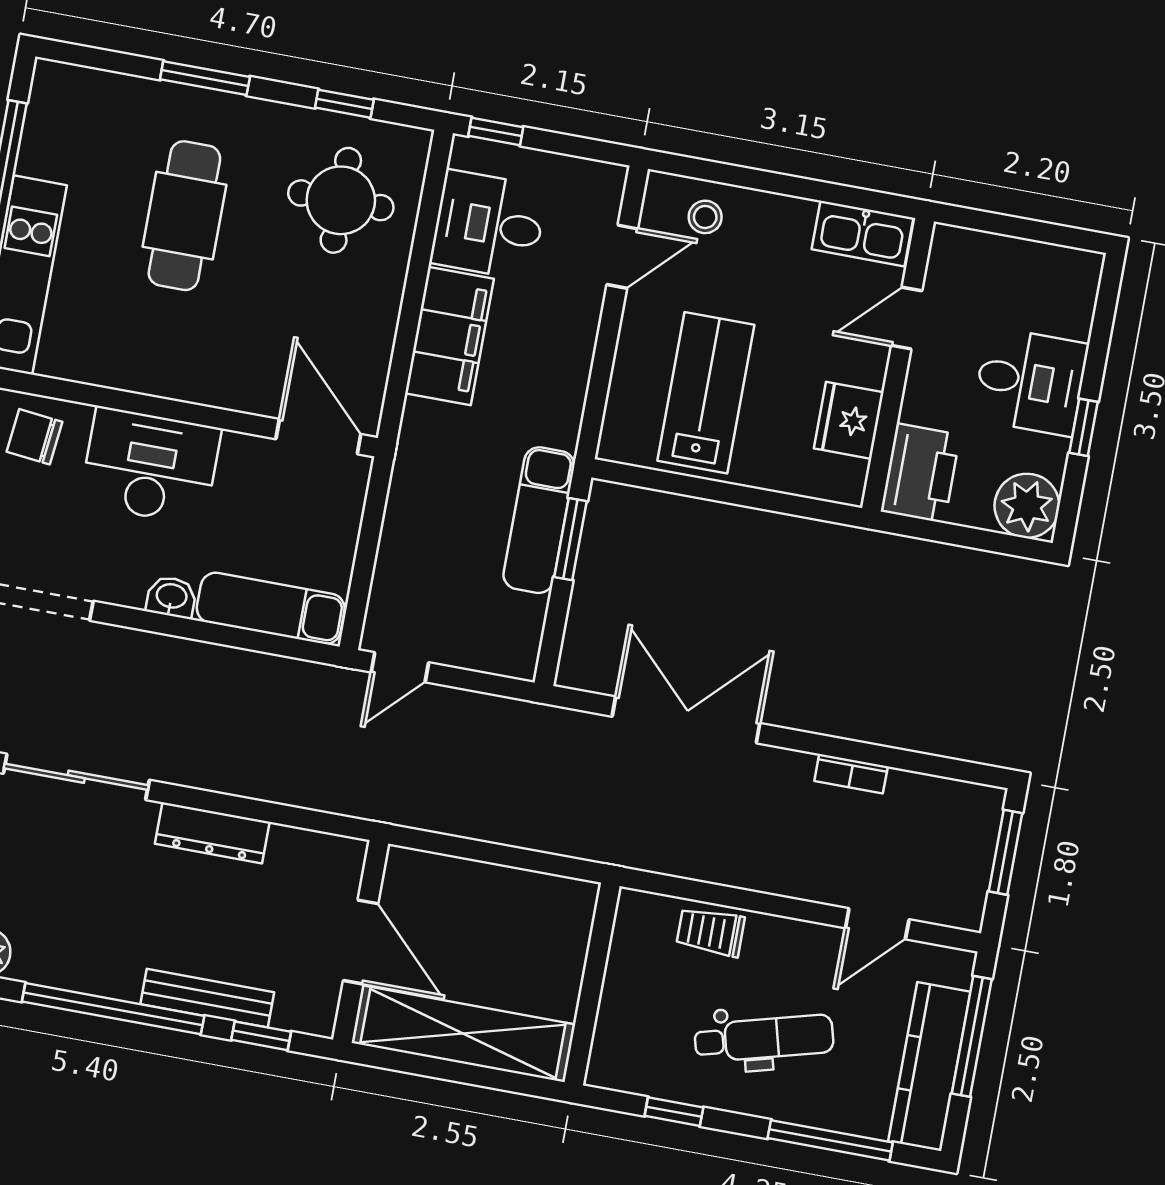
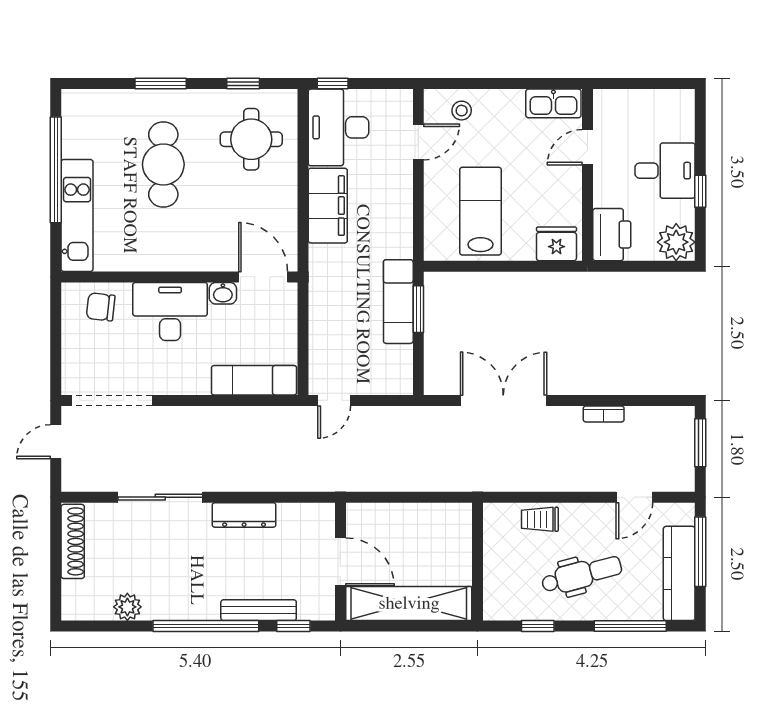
desk: (489, 225) -> (338, 127), width x1.37
fridge: (849, 420) -> (556, 244), moved, turned 90
washbasin: (171, 597) -> (223, 293), moved, turned 180

